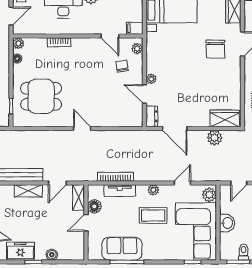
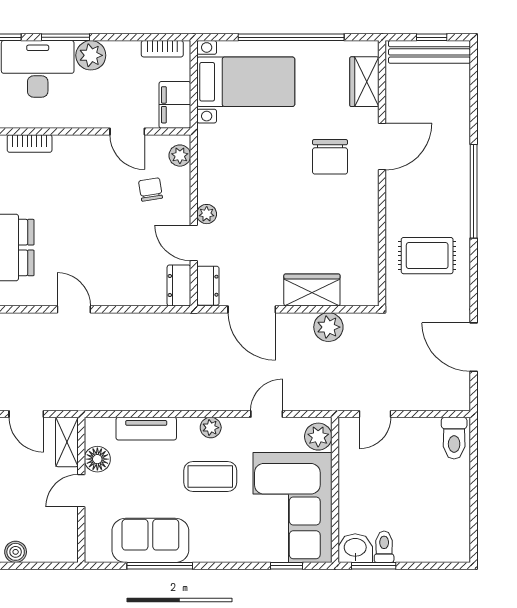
filing cabinet: (135, 28) -> (175, 105), width x2.00
dresser: (137, 116) -> (179, 286), added
wardrobe: (225, 118) -> (312, 290), moved
bookcase: (116, 177) -> (138, 402), removed
door: (57, 183) -> (26, 414), hinge flipped
washbasin: (227, 223) -> (355, 548), moved, turned -90

